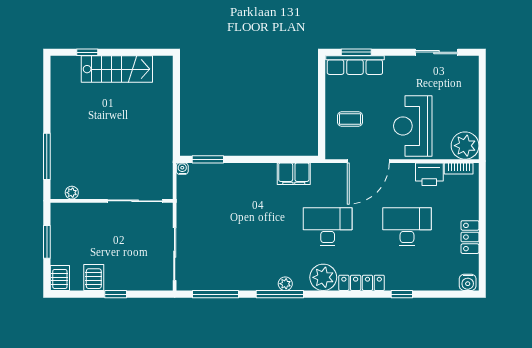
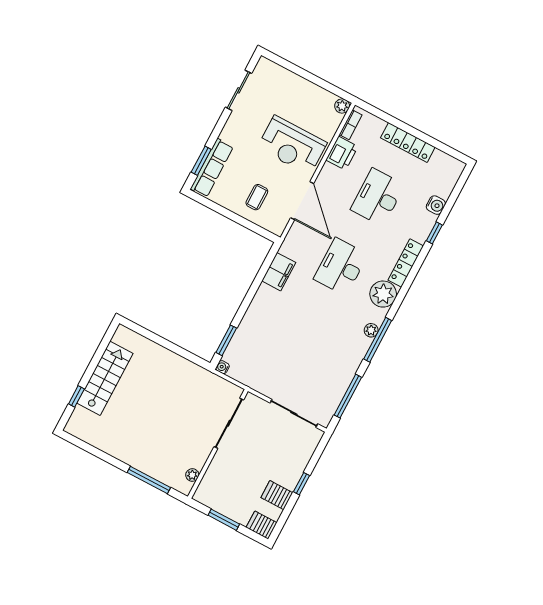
plant: (465, 146) -> (342, 106), width x0.53, depth x0.53
locker: (470, 237) -> (408, 142), width x1.53
water cooler: (468, 282) -> (436, 205), moved

